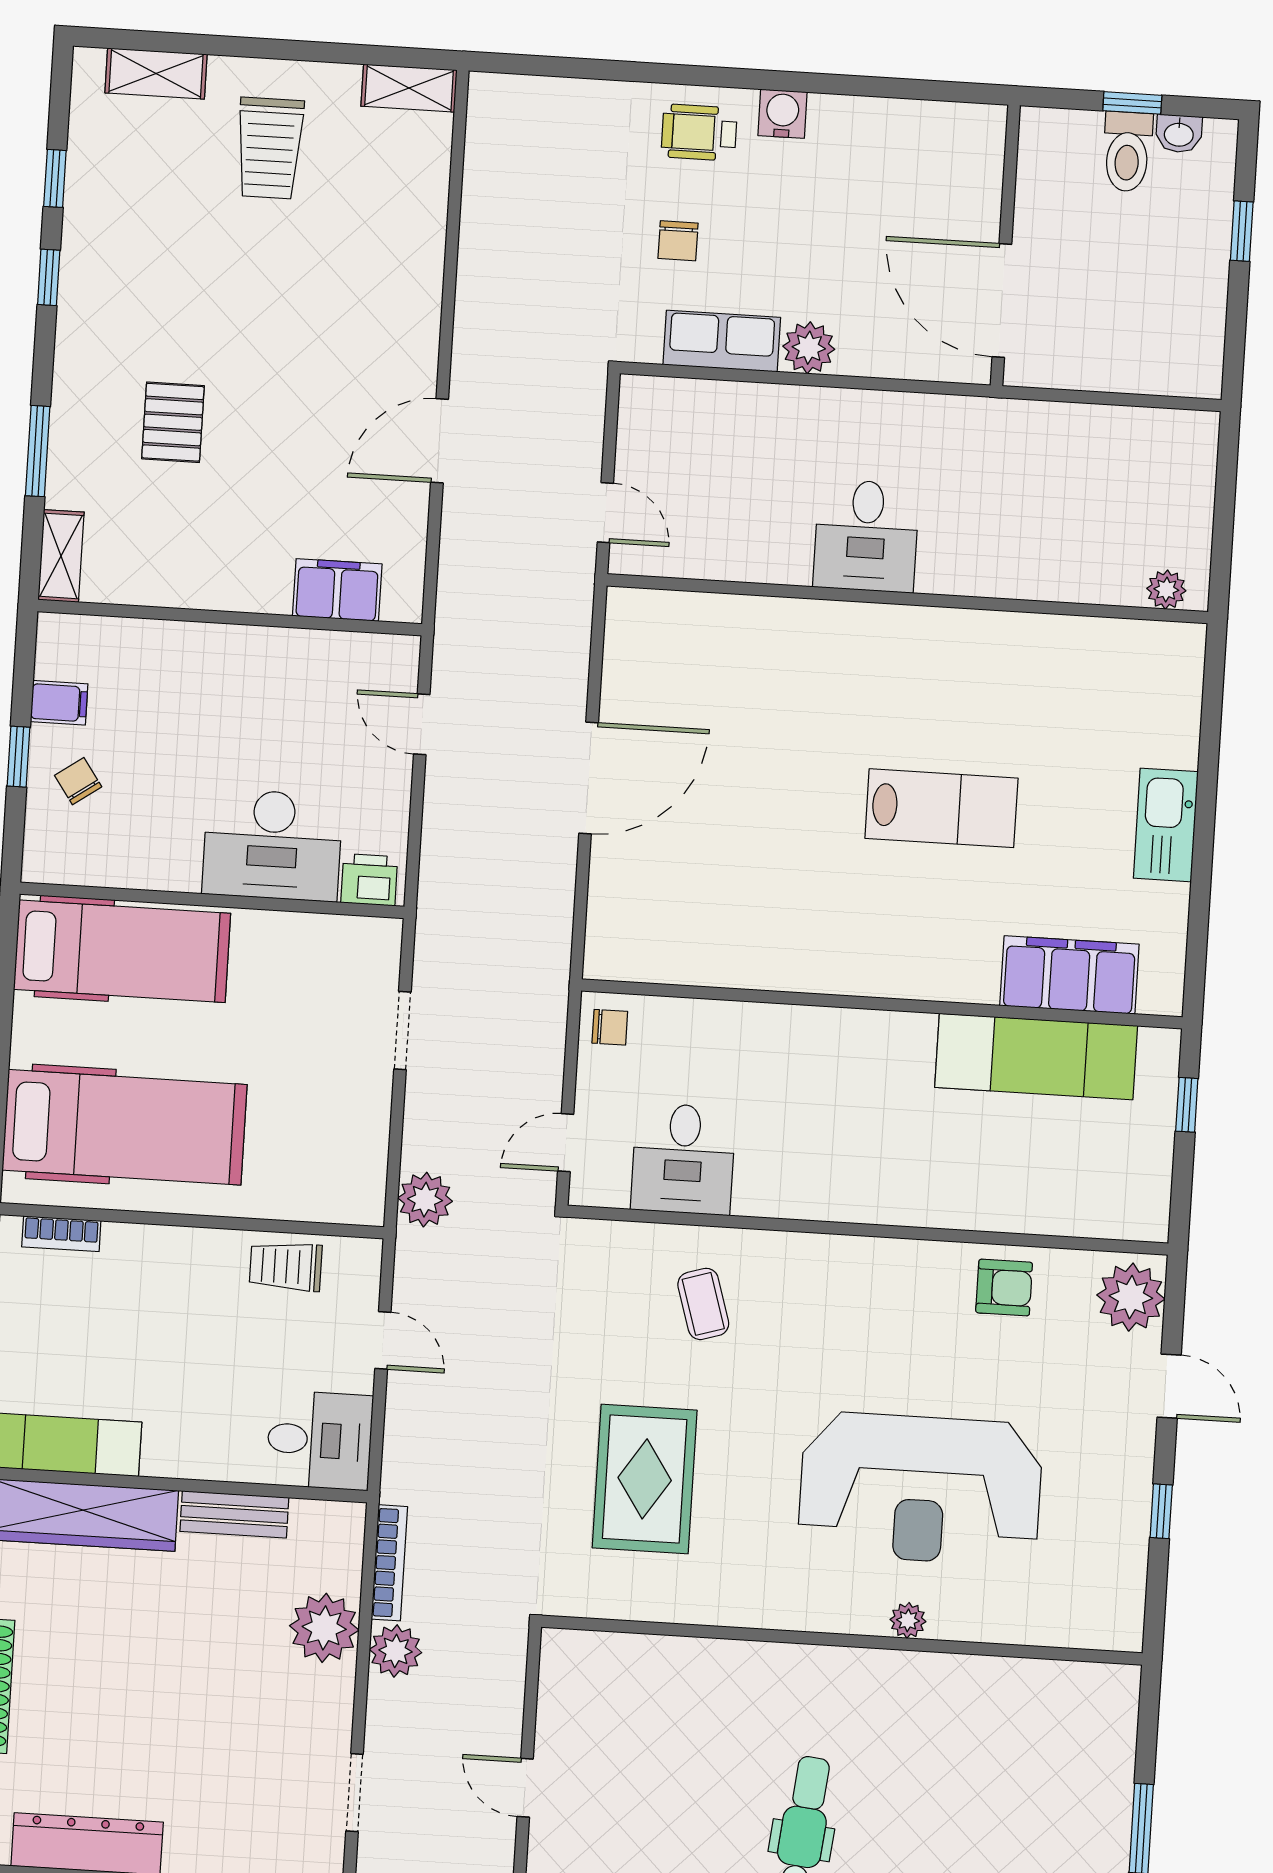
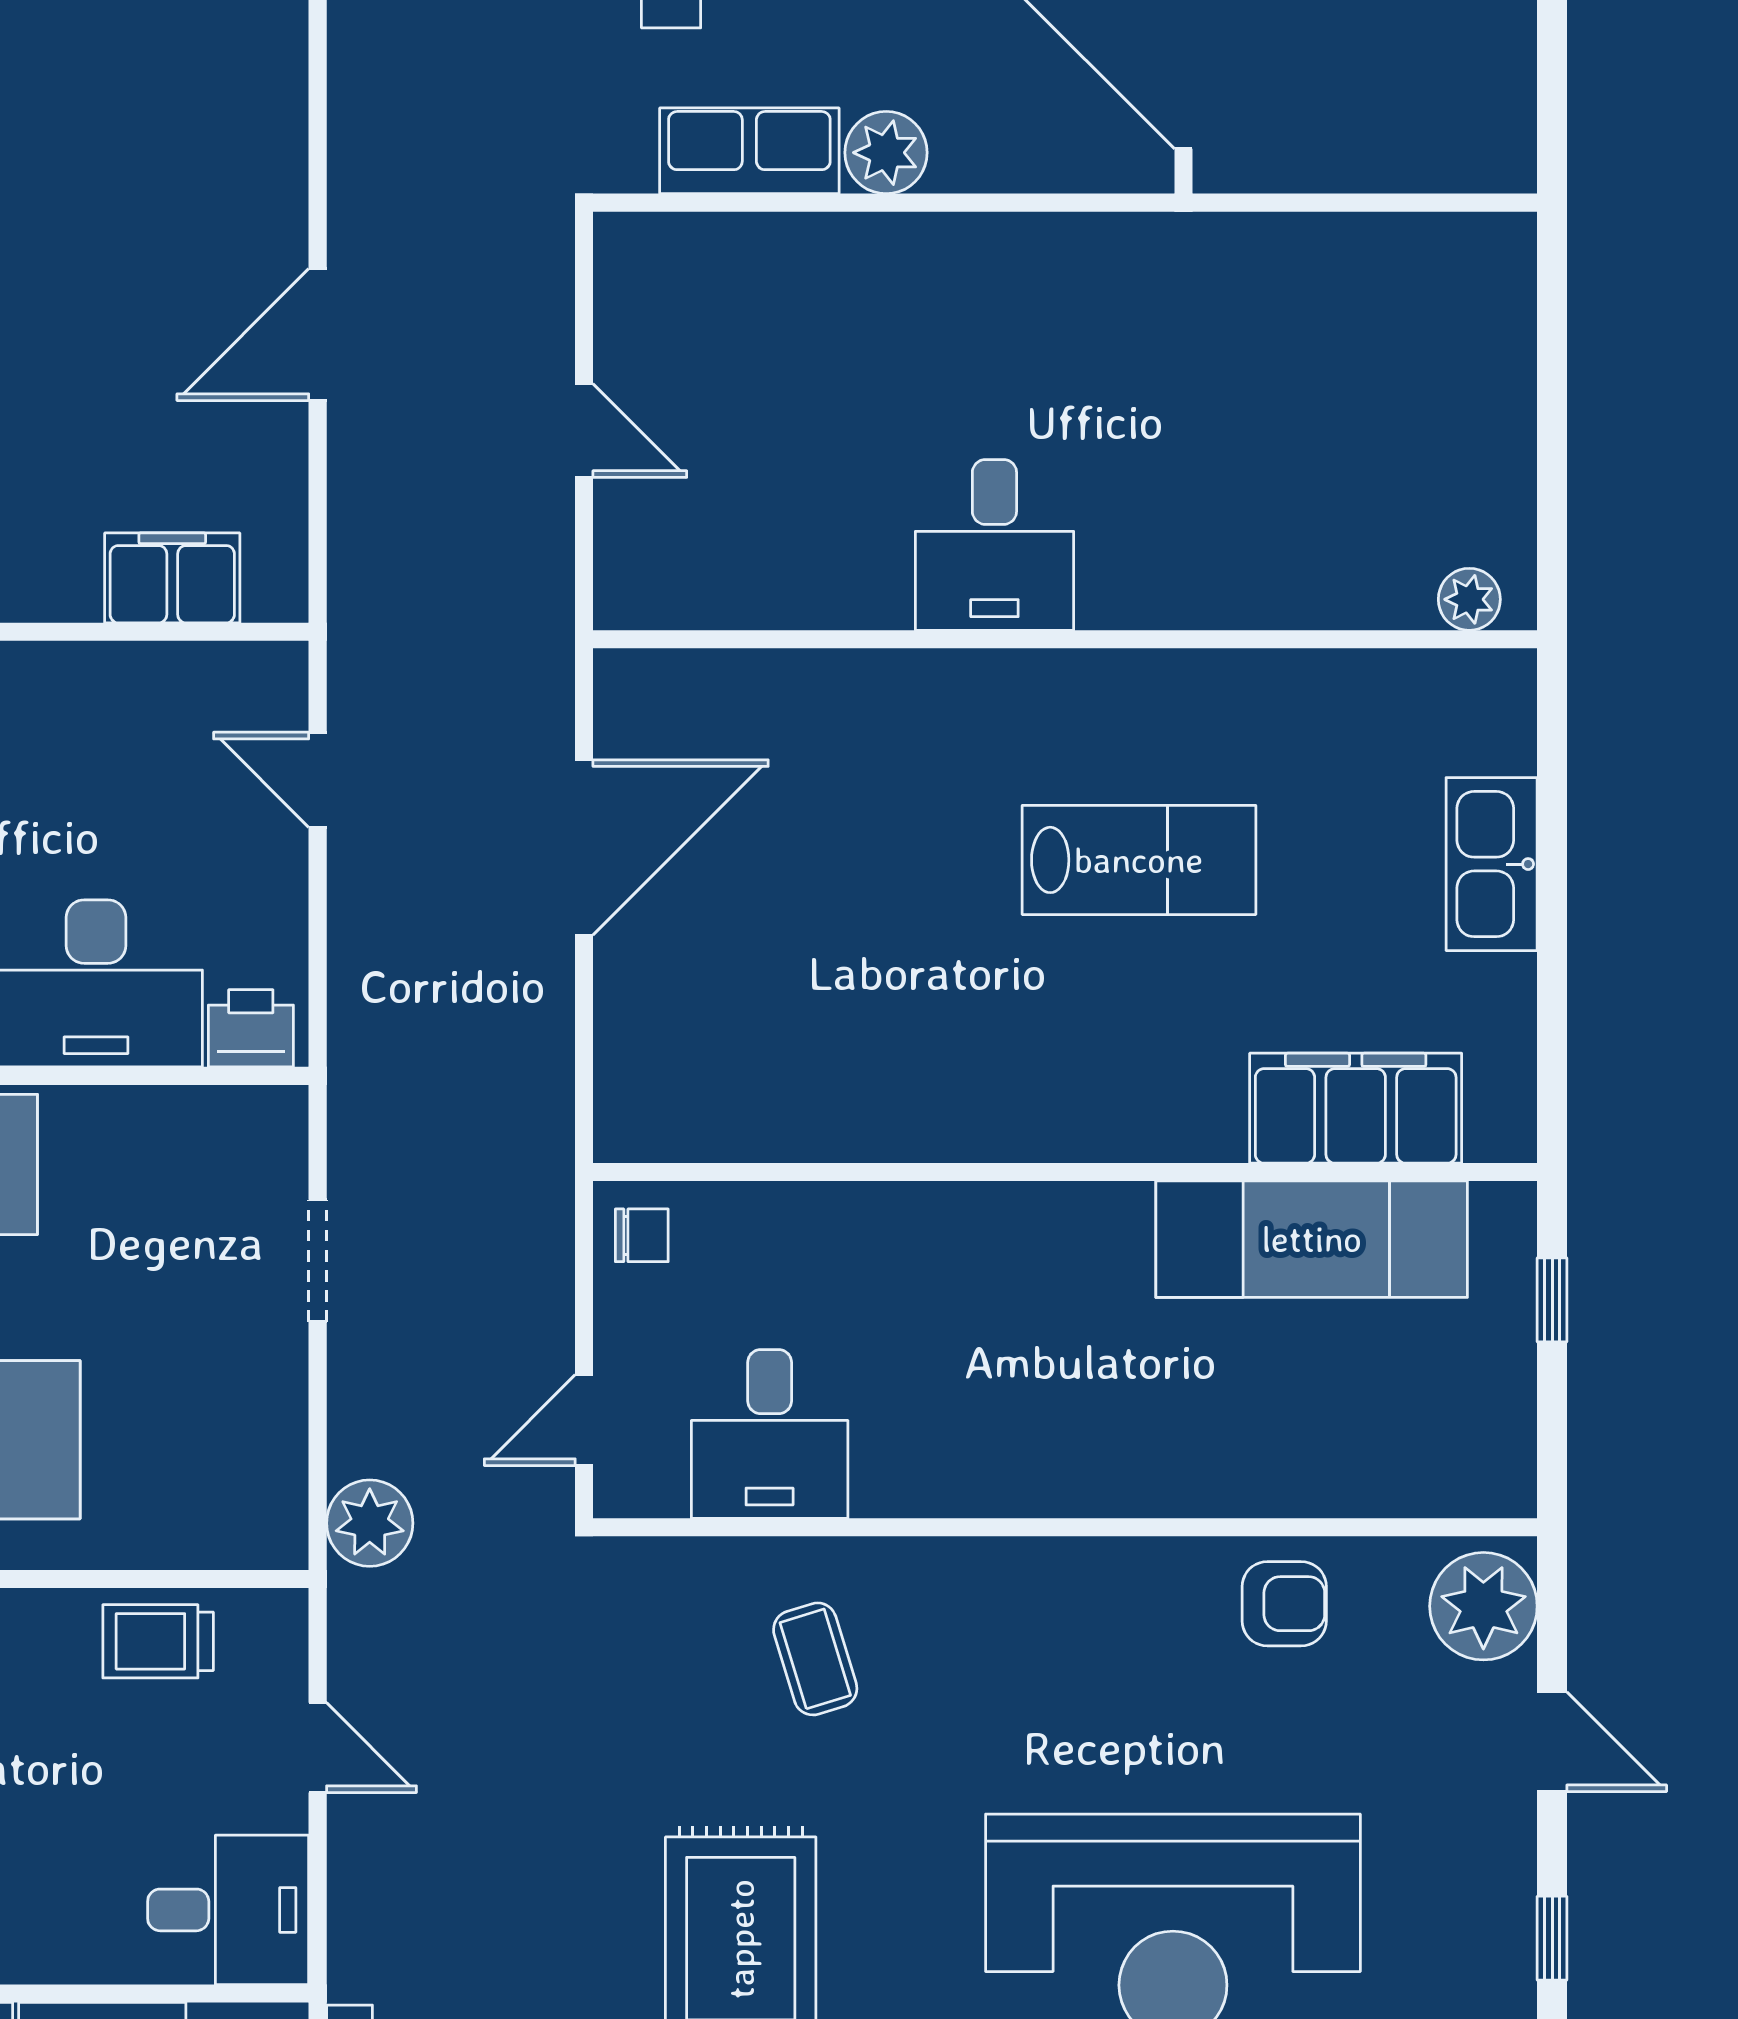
desk: (866, 536) -> (994, 545), moved
plant: (1166, 590) -> (1469, 599), moved
wall: (907, 599) -> (1065, 639), moved

